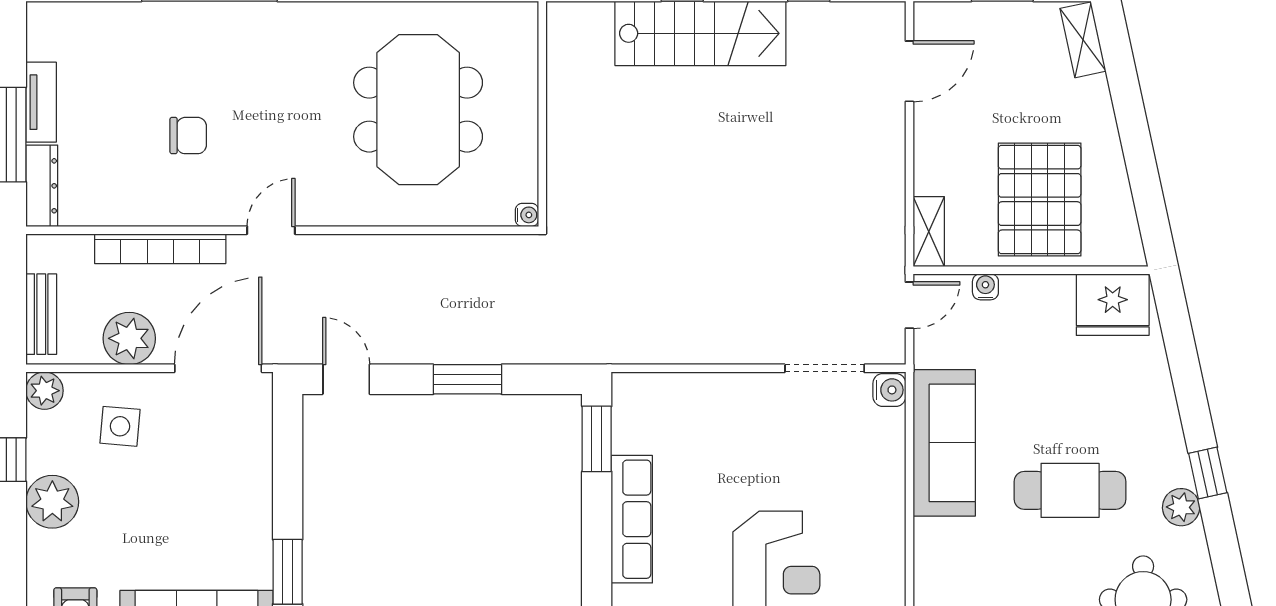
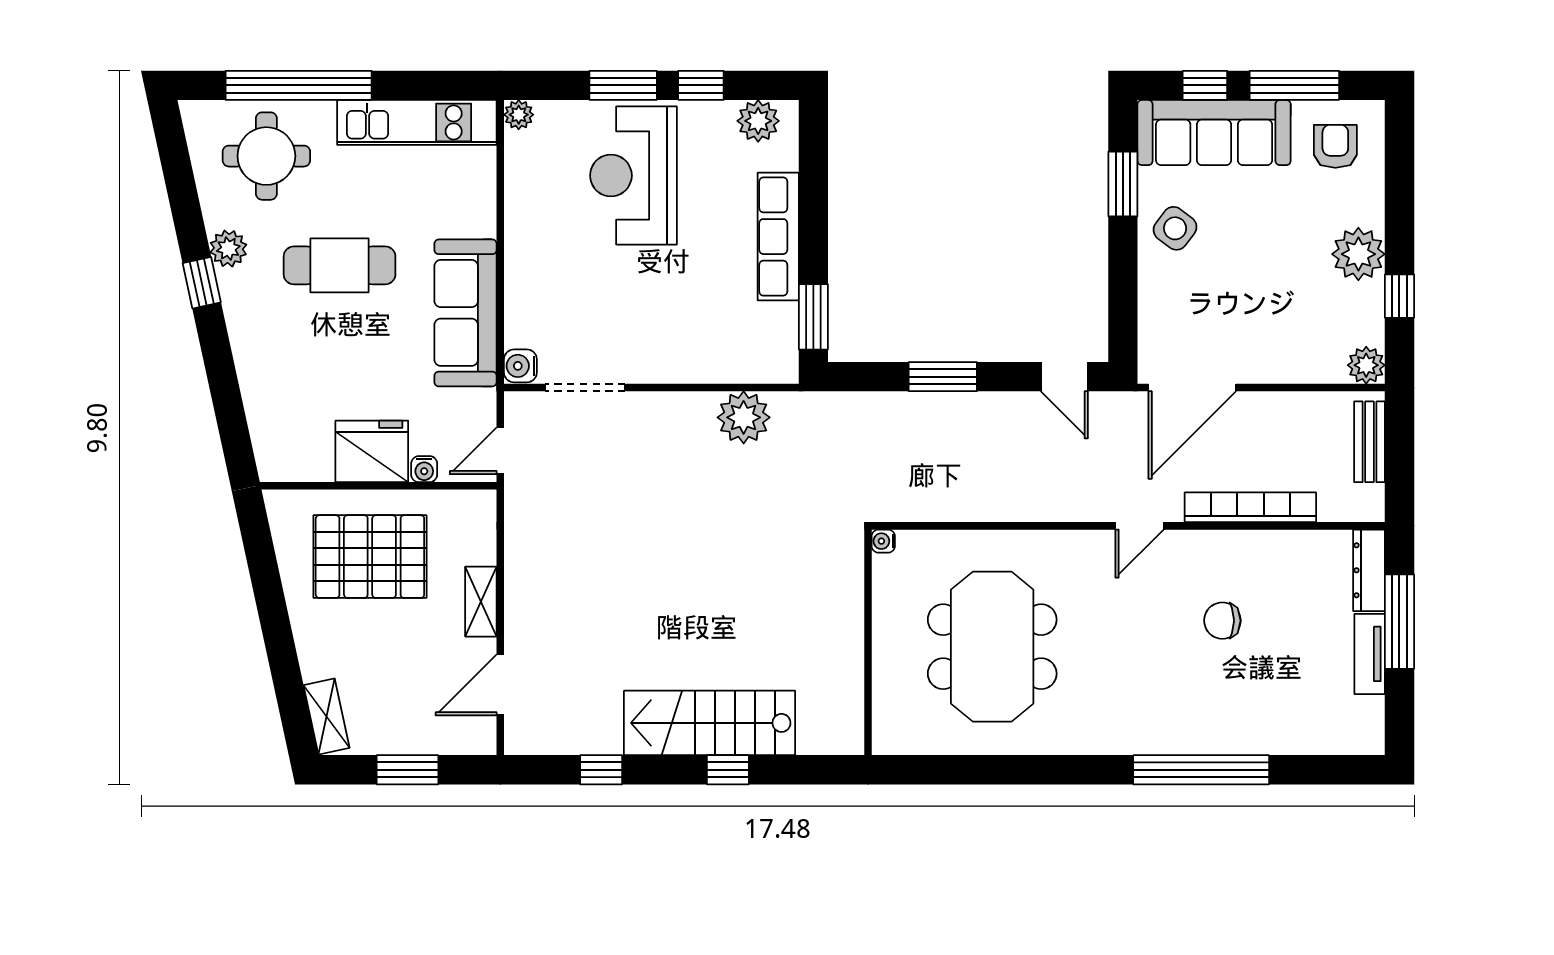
pallet: (1040, 199) -> (370, 557), turned 90
shelving: (929, 232) -> (481, 602), moved
fridge: (1113, 305) -> (372, 451), moved
plant: (129, 338) -> (744, 417), moved
side table: (120, 426) -> (1175, 228), moved, turned 32

